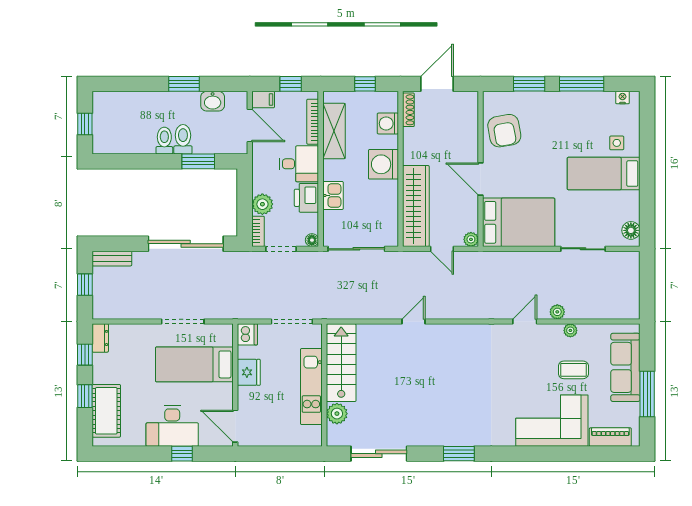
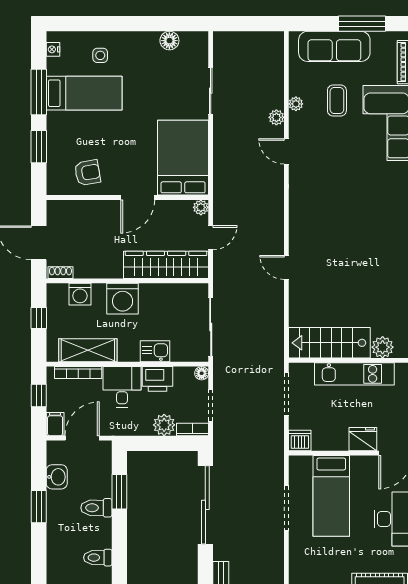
shoe rack: (408, 110) -> (60, 273), width x0.70
armchair: (504, 131) -> (87, 173), width x0.72, depth x0.72
toilet: (164, 141) -> (98, 558), moved
bed: (604, 174) -> (84, 93), moved, turned -90
floor lamp: (631, 230) -> (169, 41), moved
fridge: (249, 372) -> (363, 439), moved

